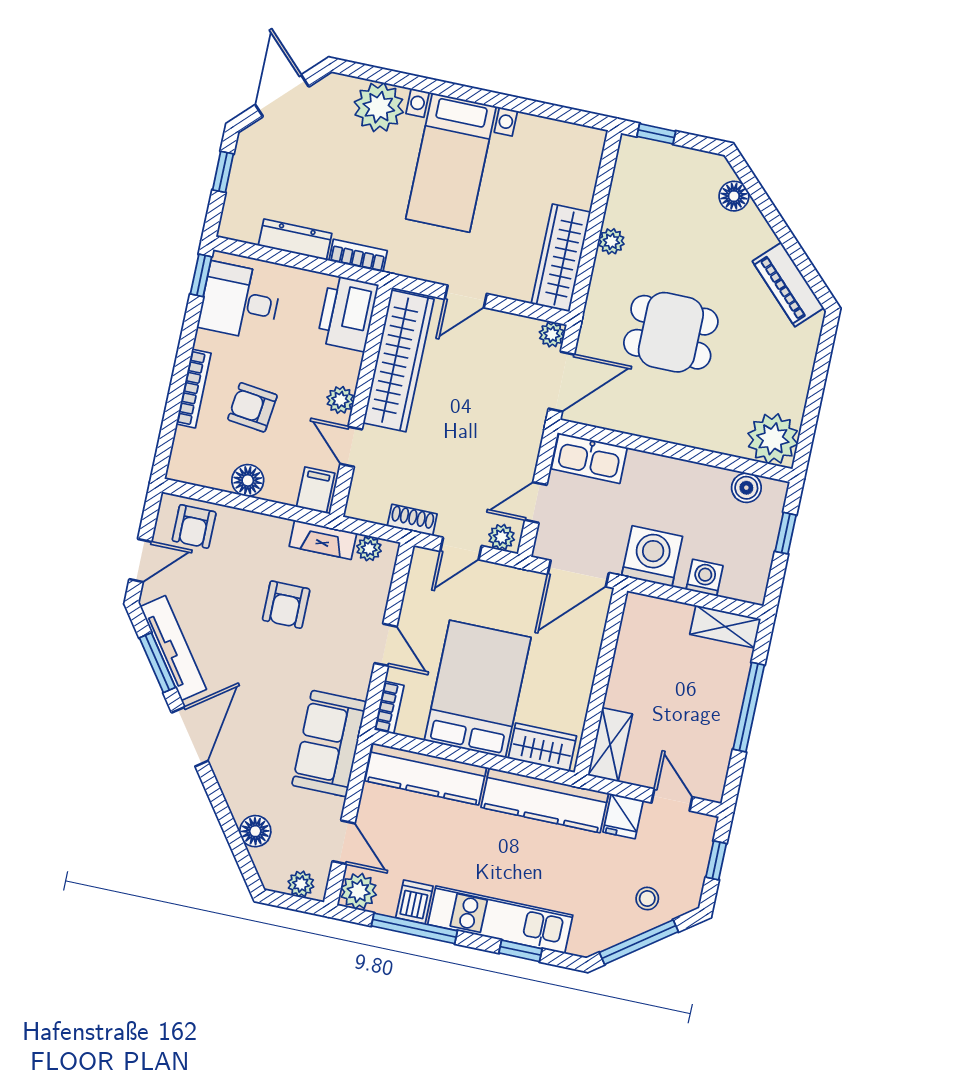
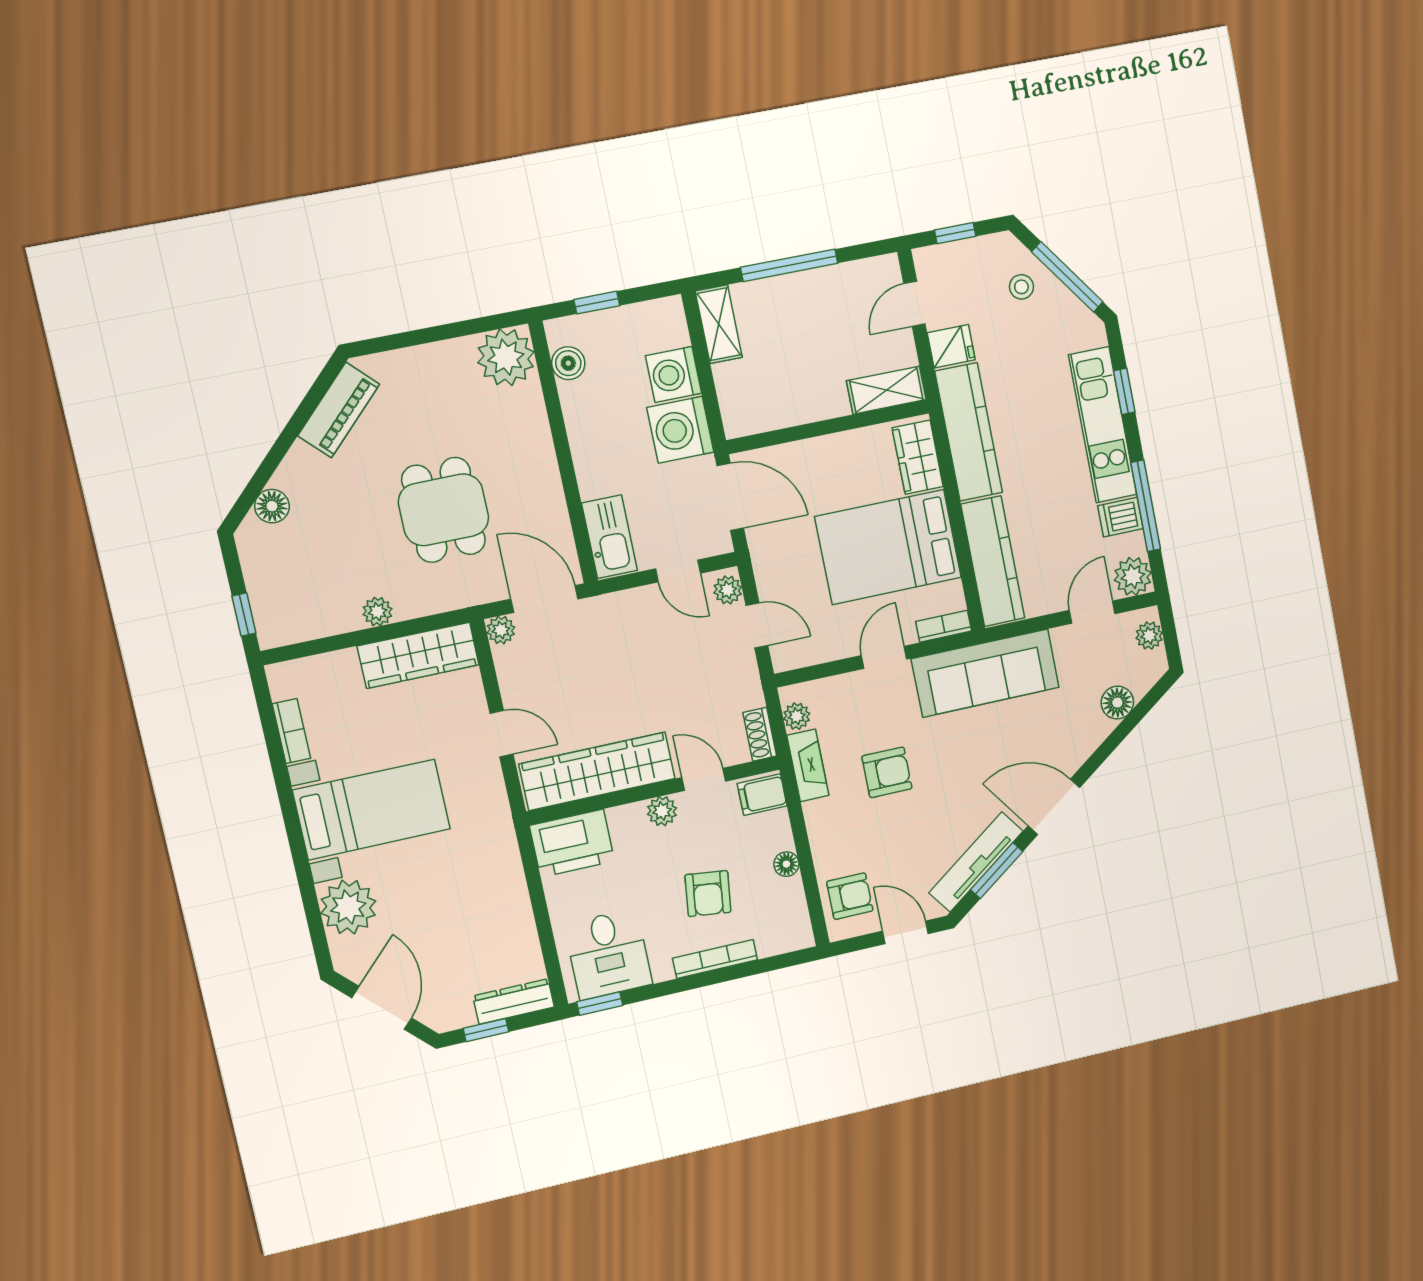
door: (282, 96) -> (382, 1008), swing flipped
dresser: (295, 240) -> (514, 1001), moved, turned 90
bookcase: (358, 256) -> (291, 731), moved, turned 180
door: (351, 447) -> (704, 779), swing flipped
floor lamp: (248, 480) -> (786, 864), width x0.73, depth x0.73
shoe rack: (412, 520) -> (760, 734), moved
washing machine: (705, 578) -> (674, 374), width x1.38, depth x1.38
sofa: (329, 744) -> (985, 673), width x1.36

